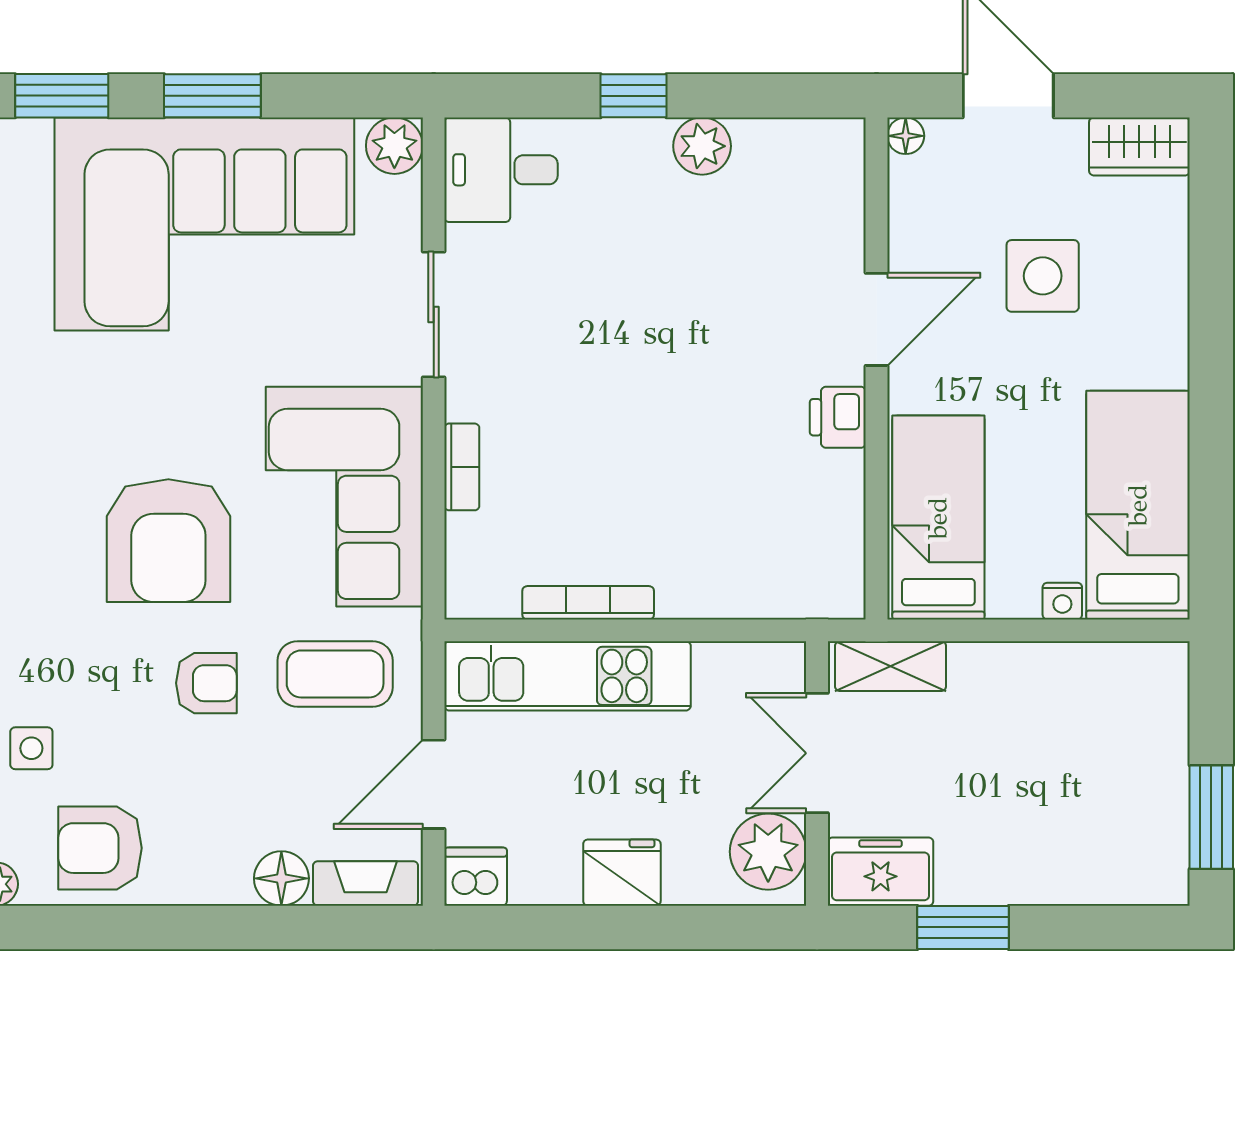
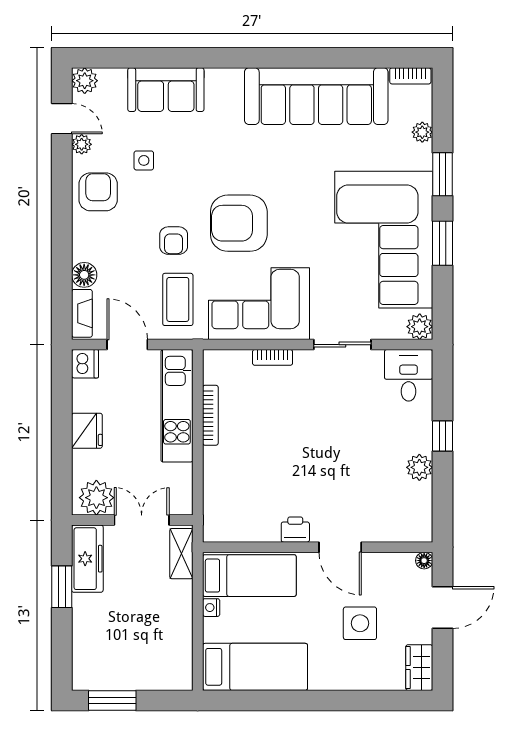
nightstand: (1062, 601) -> (211, 608), moved
freezer: (881, 872) -> (87, 559), width x1.40

